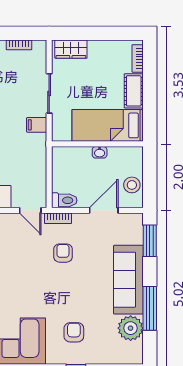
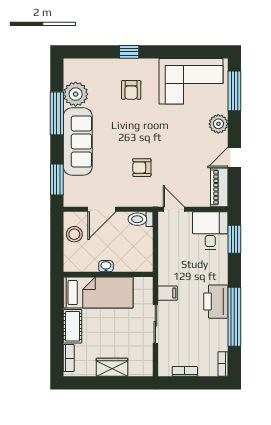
wardrobe: (71, 49) -> (112, 367), moved
bookcase: (58, 218) -> (147, 202), removed
armchair: (63, 253) -> (142, 168), turned 90

